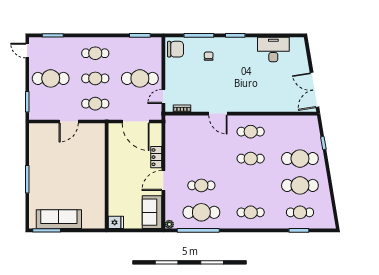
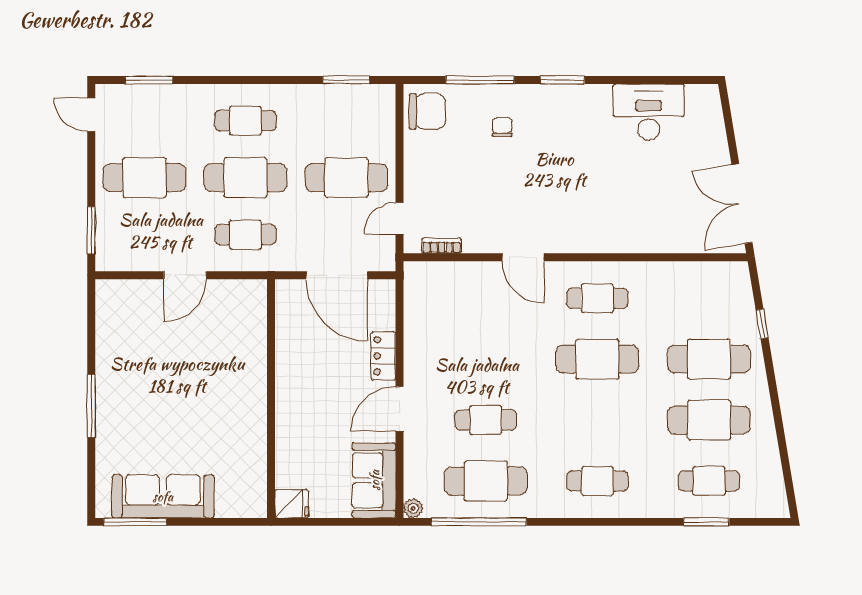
cafe table: (95, 78) -> (245, 178), width x1.37, depth x1.35
cafe table: (251, 159) -> (597, 359), width x1.37, depth x1.35

